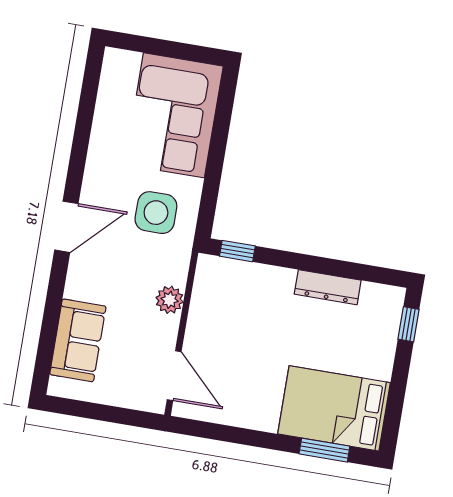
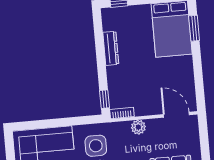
bookcase: (203, 276) -> (122, 113), added
door: (174, 376) -> (176, 115), hinge flipped

